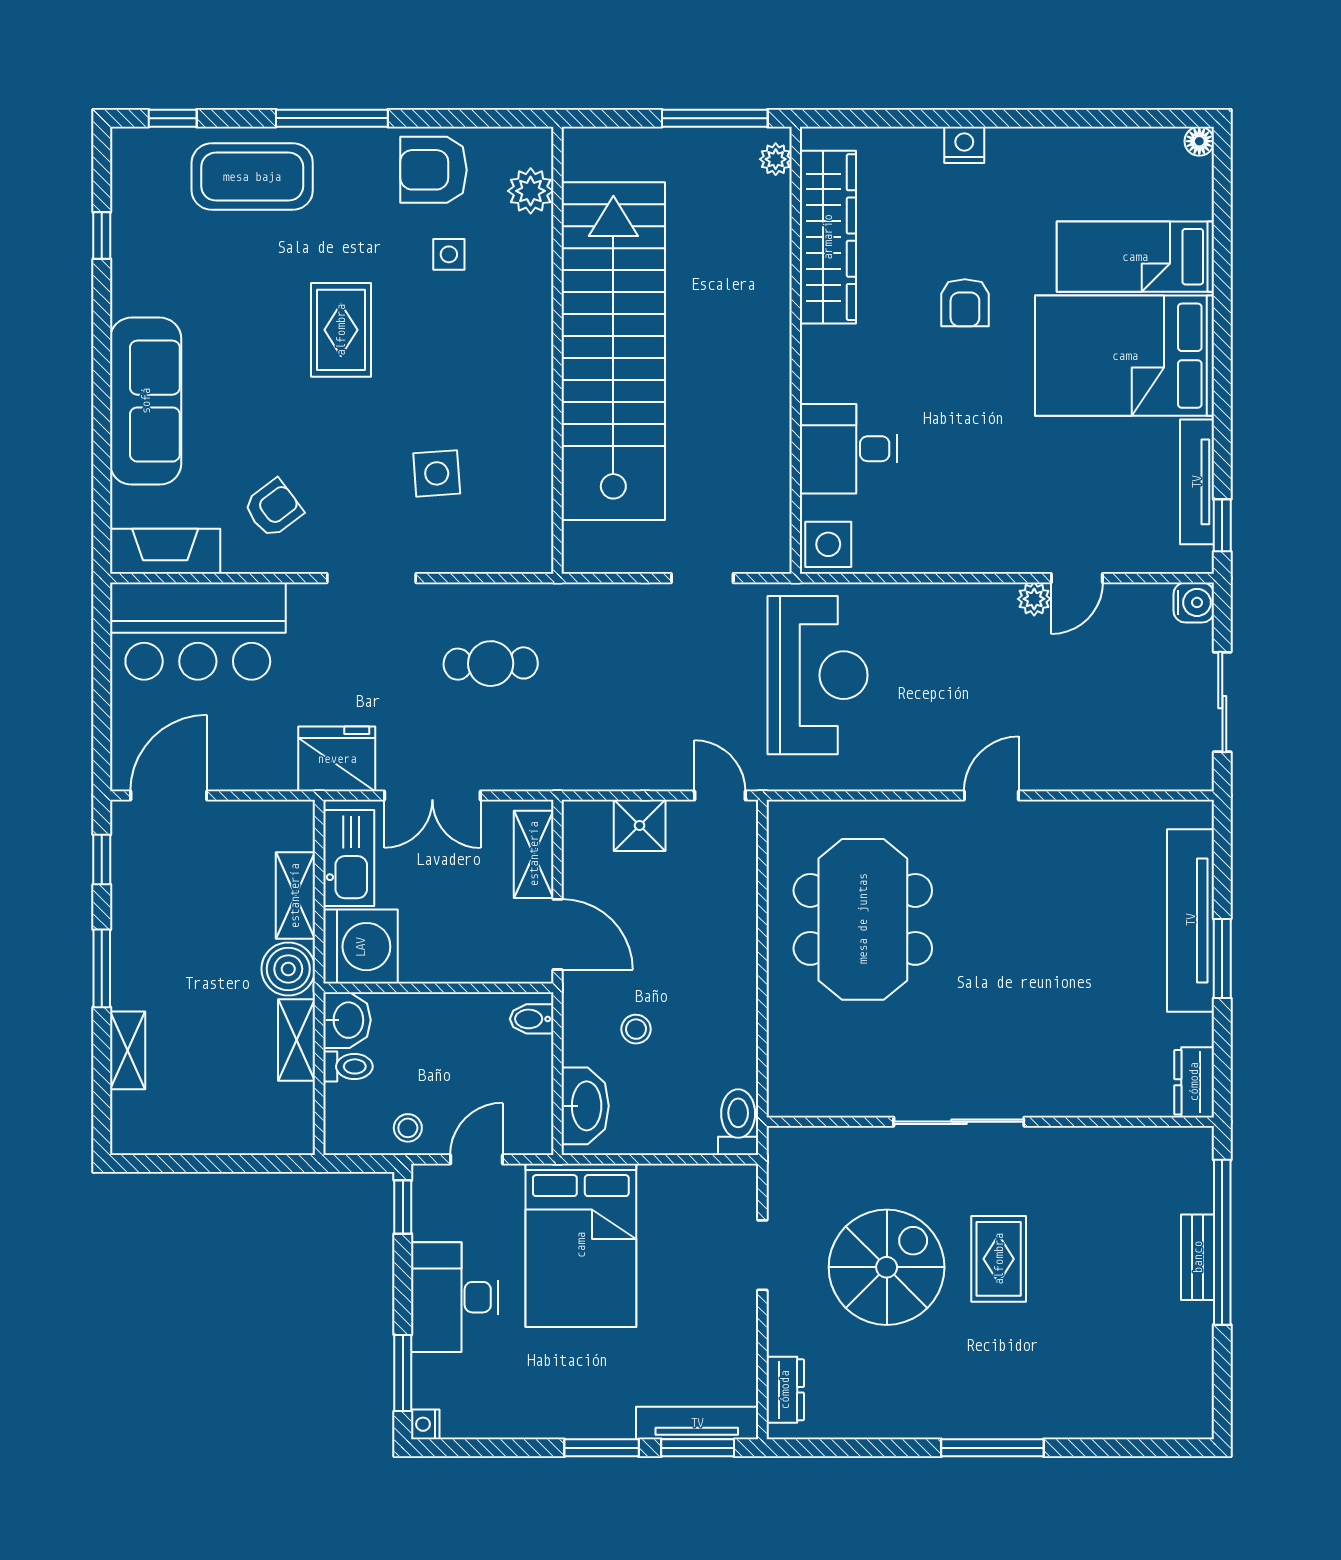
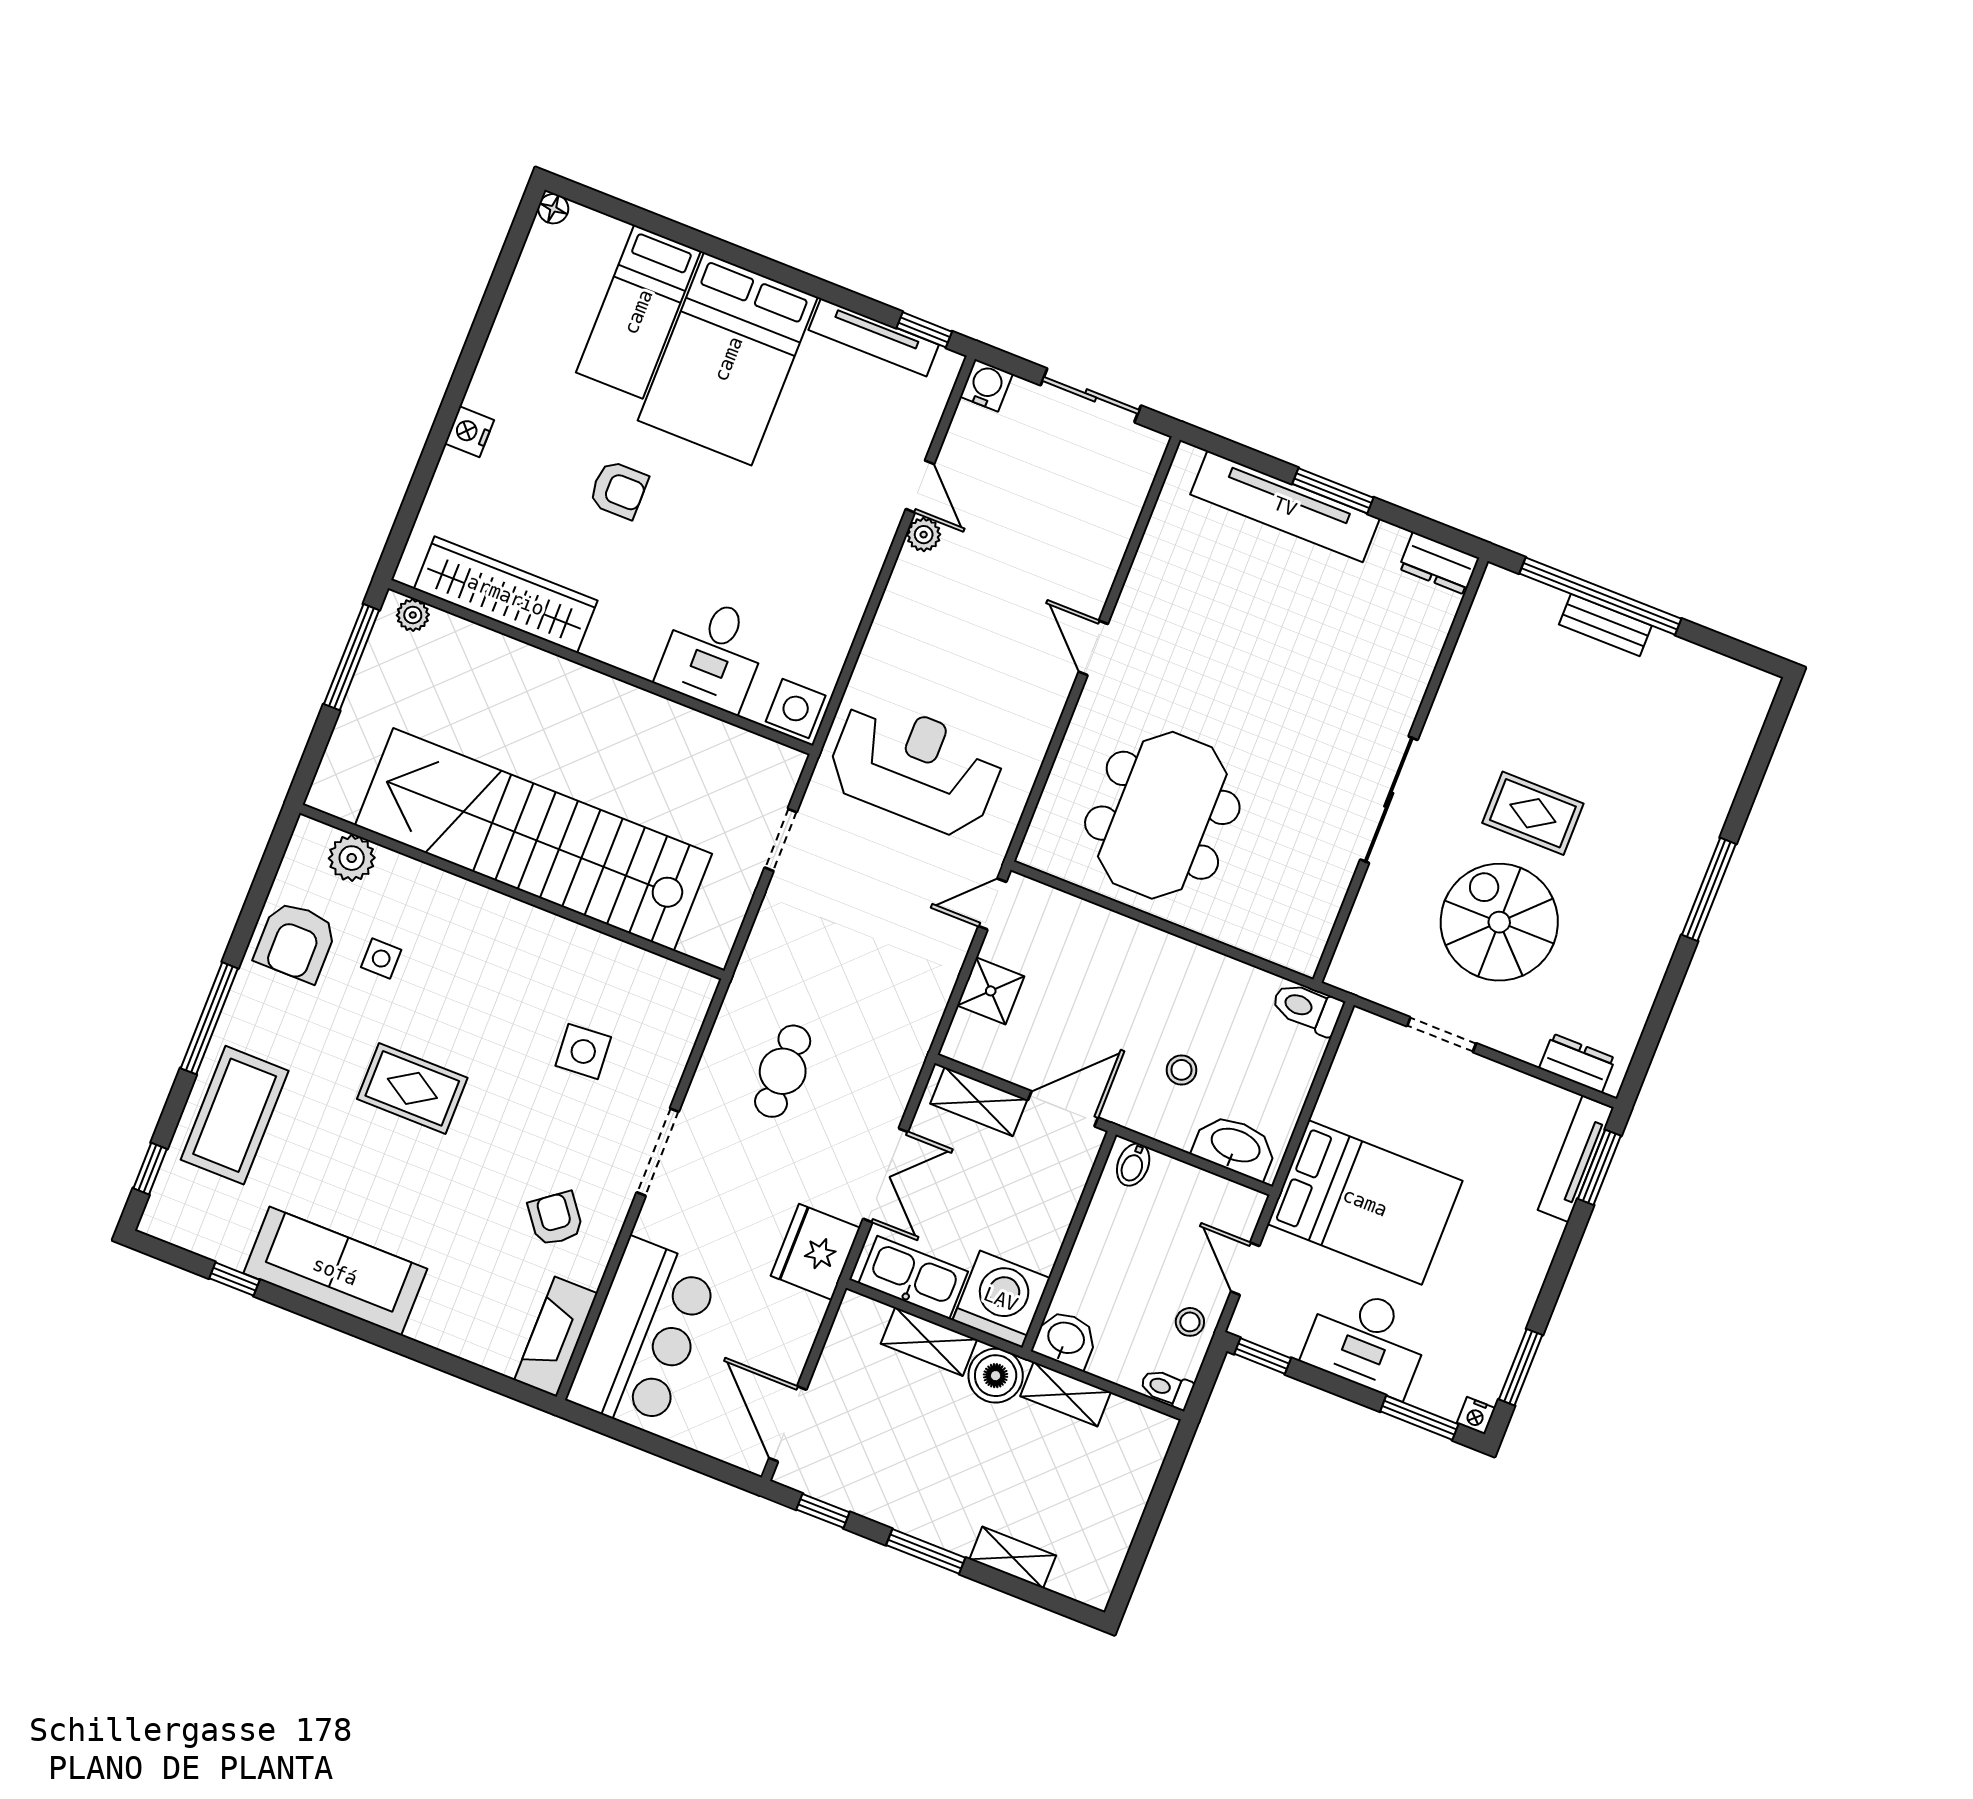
sofa: (146, 401) -> (335, 1271), moved
meeting table: (863, 919) -> (1162, 815), turned 90
toilet: (348, 1066) -> (1167, 1388), moved, turned -90
window: (602, 1448) -> (1521, 1367), moved

